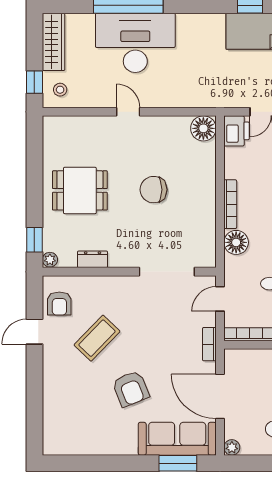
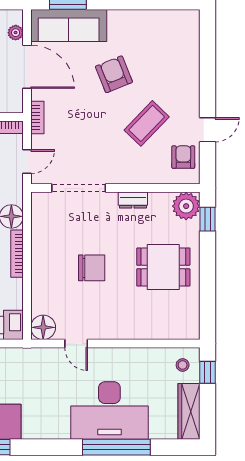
door: (128, 112) -> (76, 344), moved
dresser: (93, 259) -> (133, 200), moved
plant: (50, 260) -> (186, 206), width x1.88, depth x1.88
plant: (232, 447) -> (16, 33), moved

